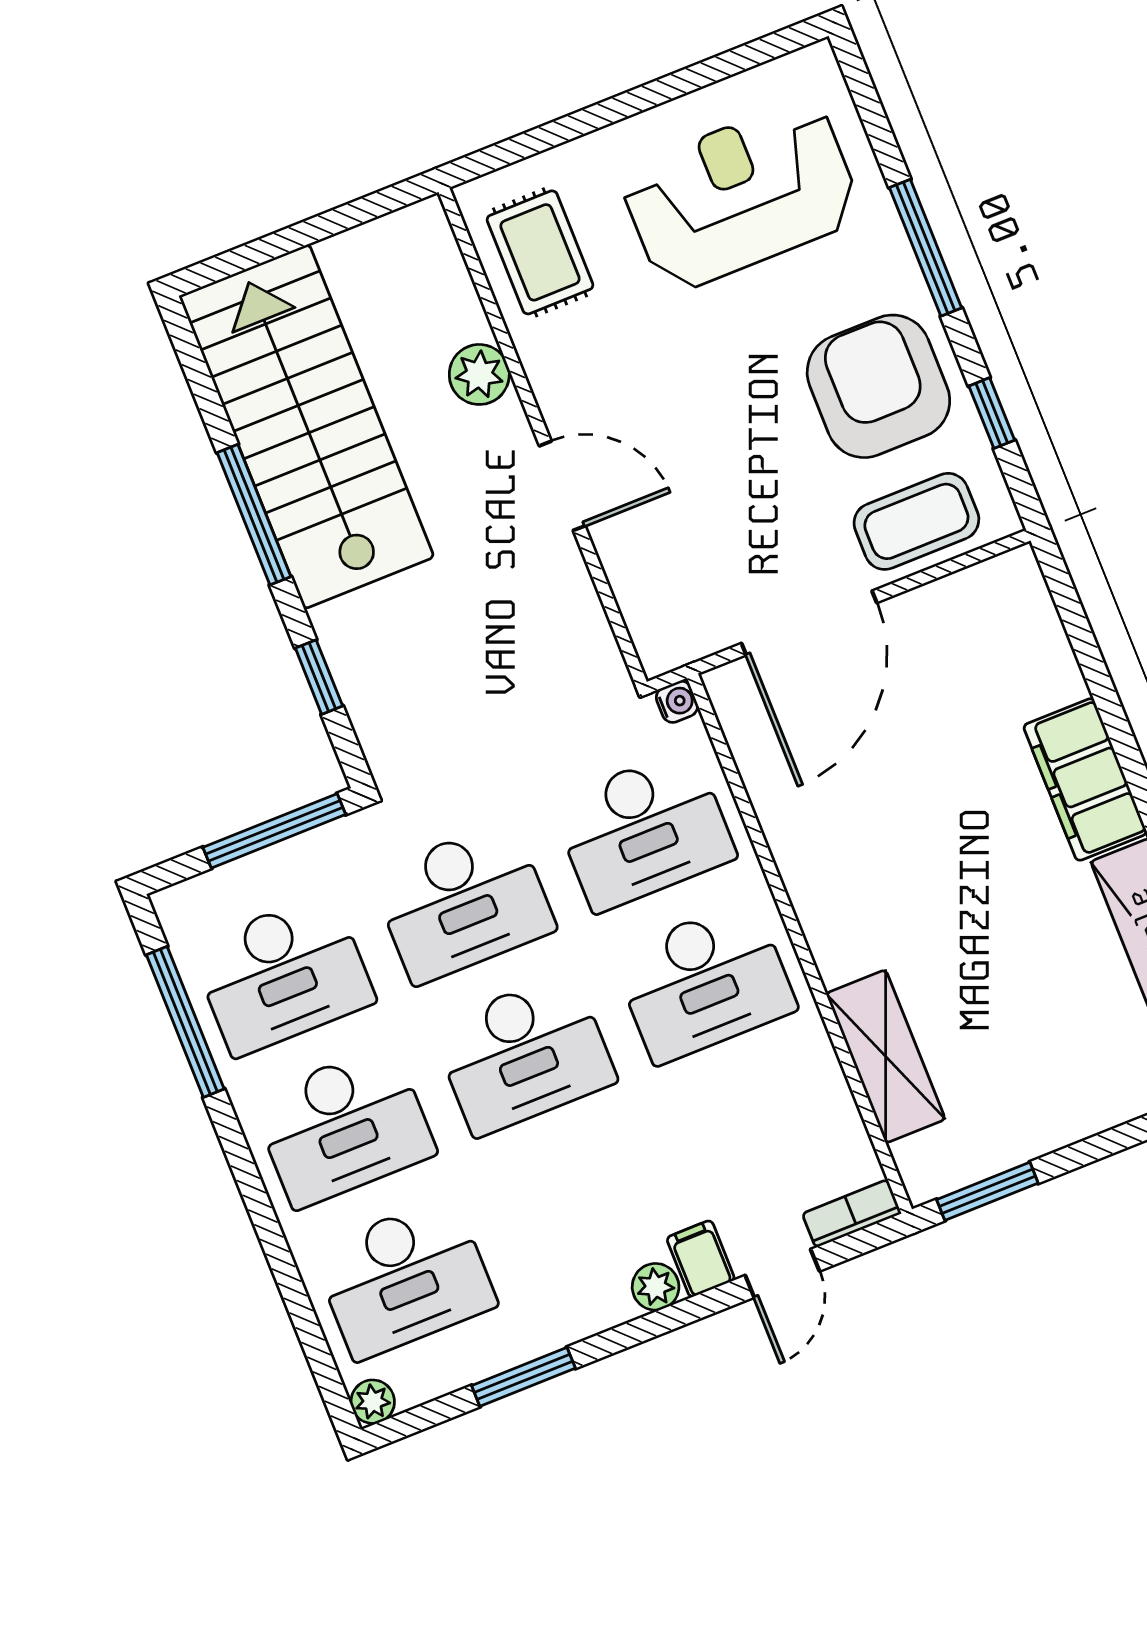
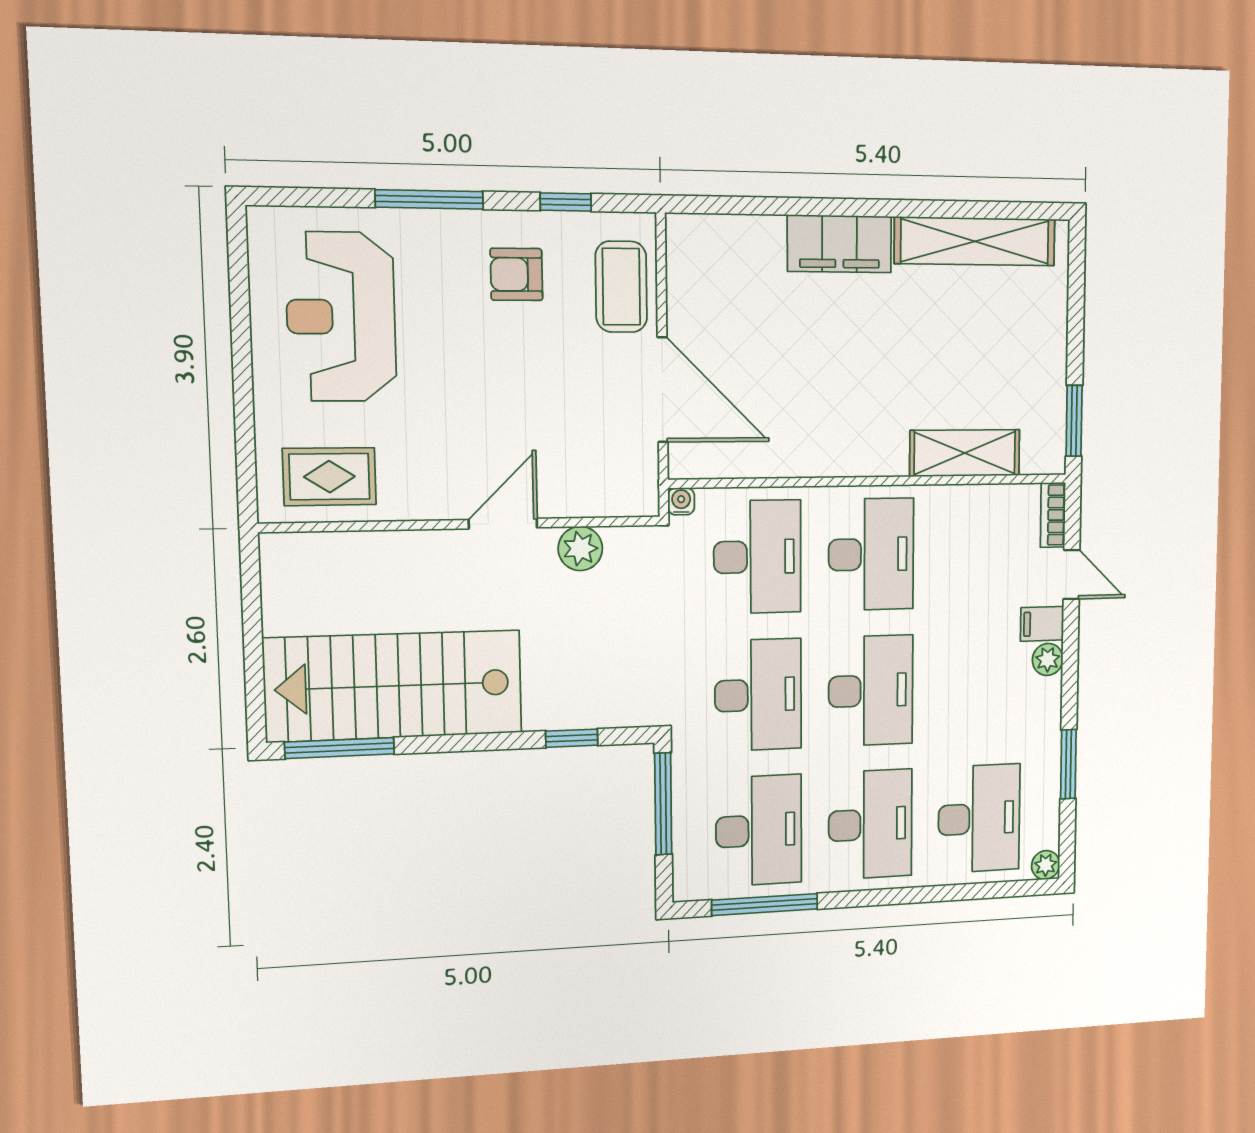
plant: (479, 374) -> (580, 549), moved
armchair: (878, 386) -> (516, 274), width x0.53, depth x0.53
window: (254, 515) -> (340, 748), moved

